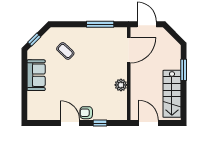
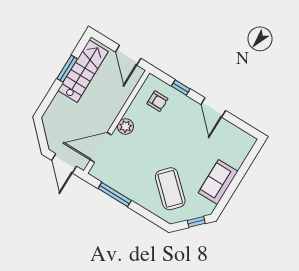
coffee table: (65, 51) -> (170, 189), width x1.86, depth x1.72
window: (184, 70) -> (67, 69), moved
plant: (121, 85) -> (126, 126), moved
armchair: (86, 113) -> (157, 101), moved

